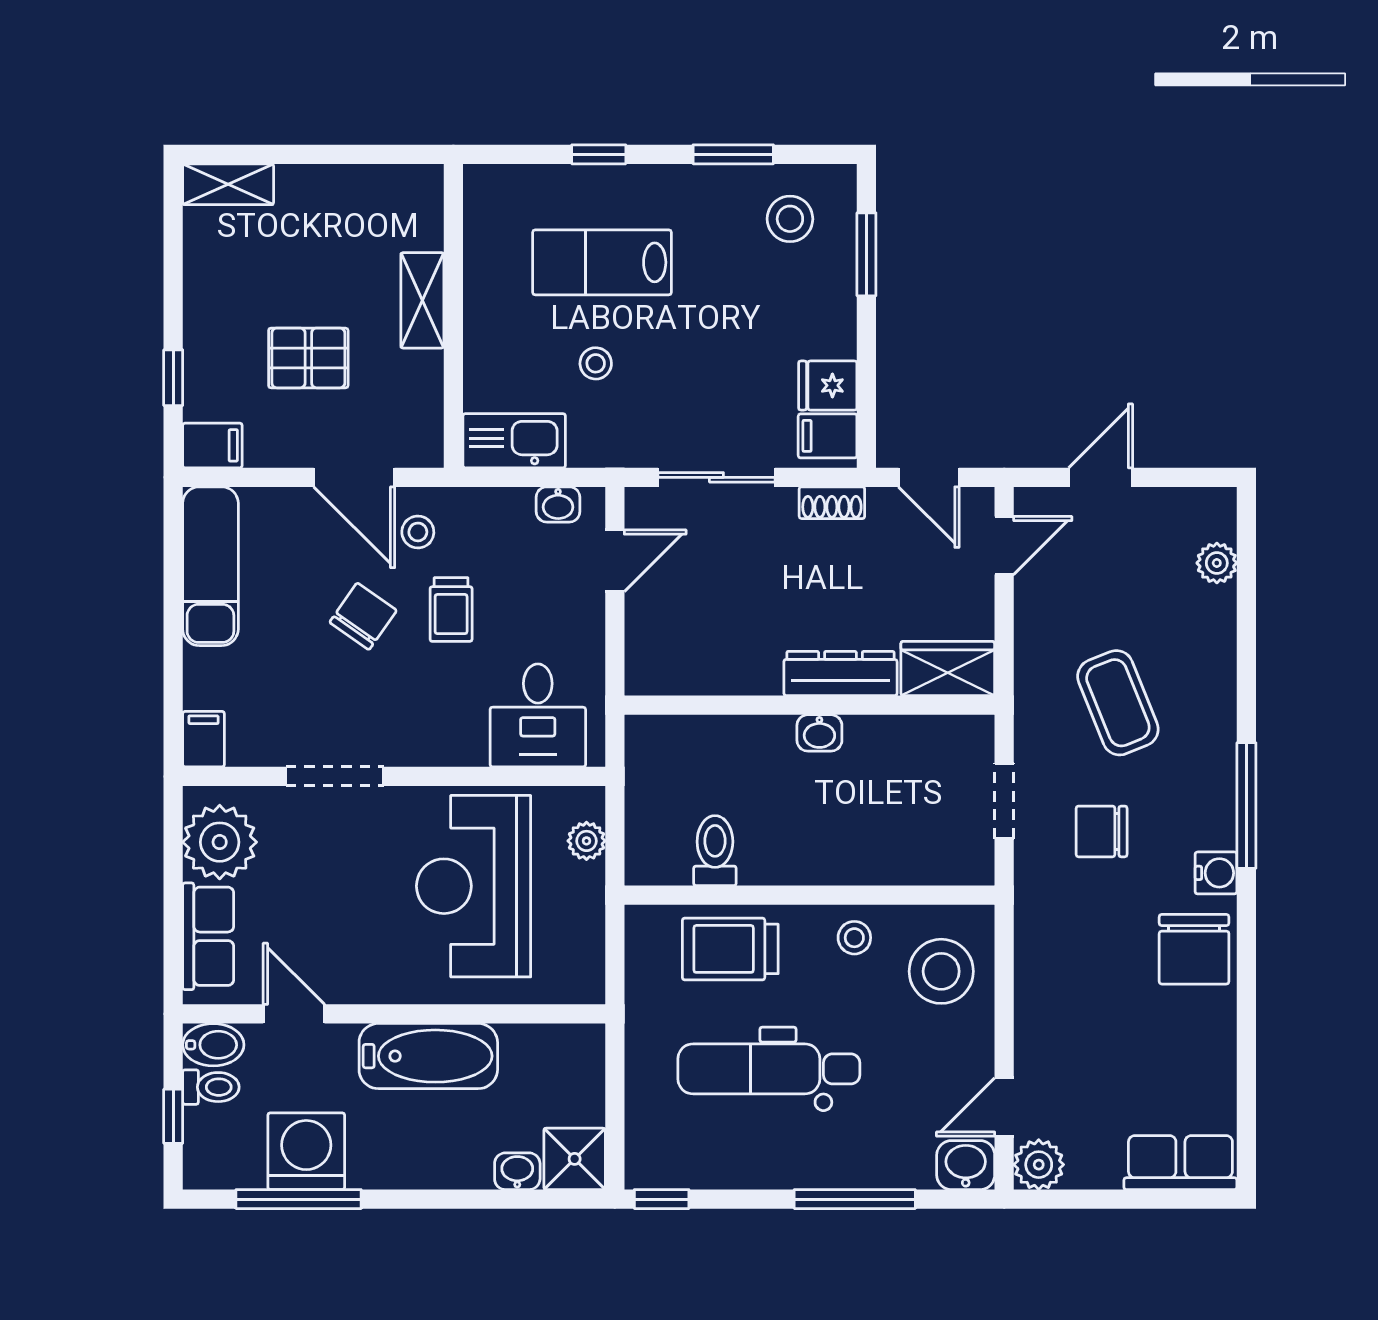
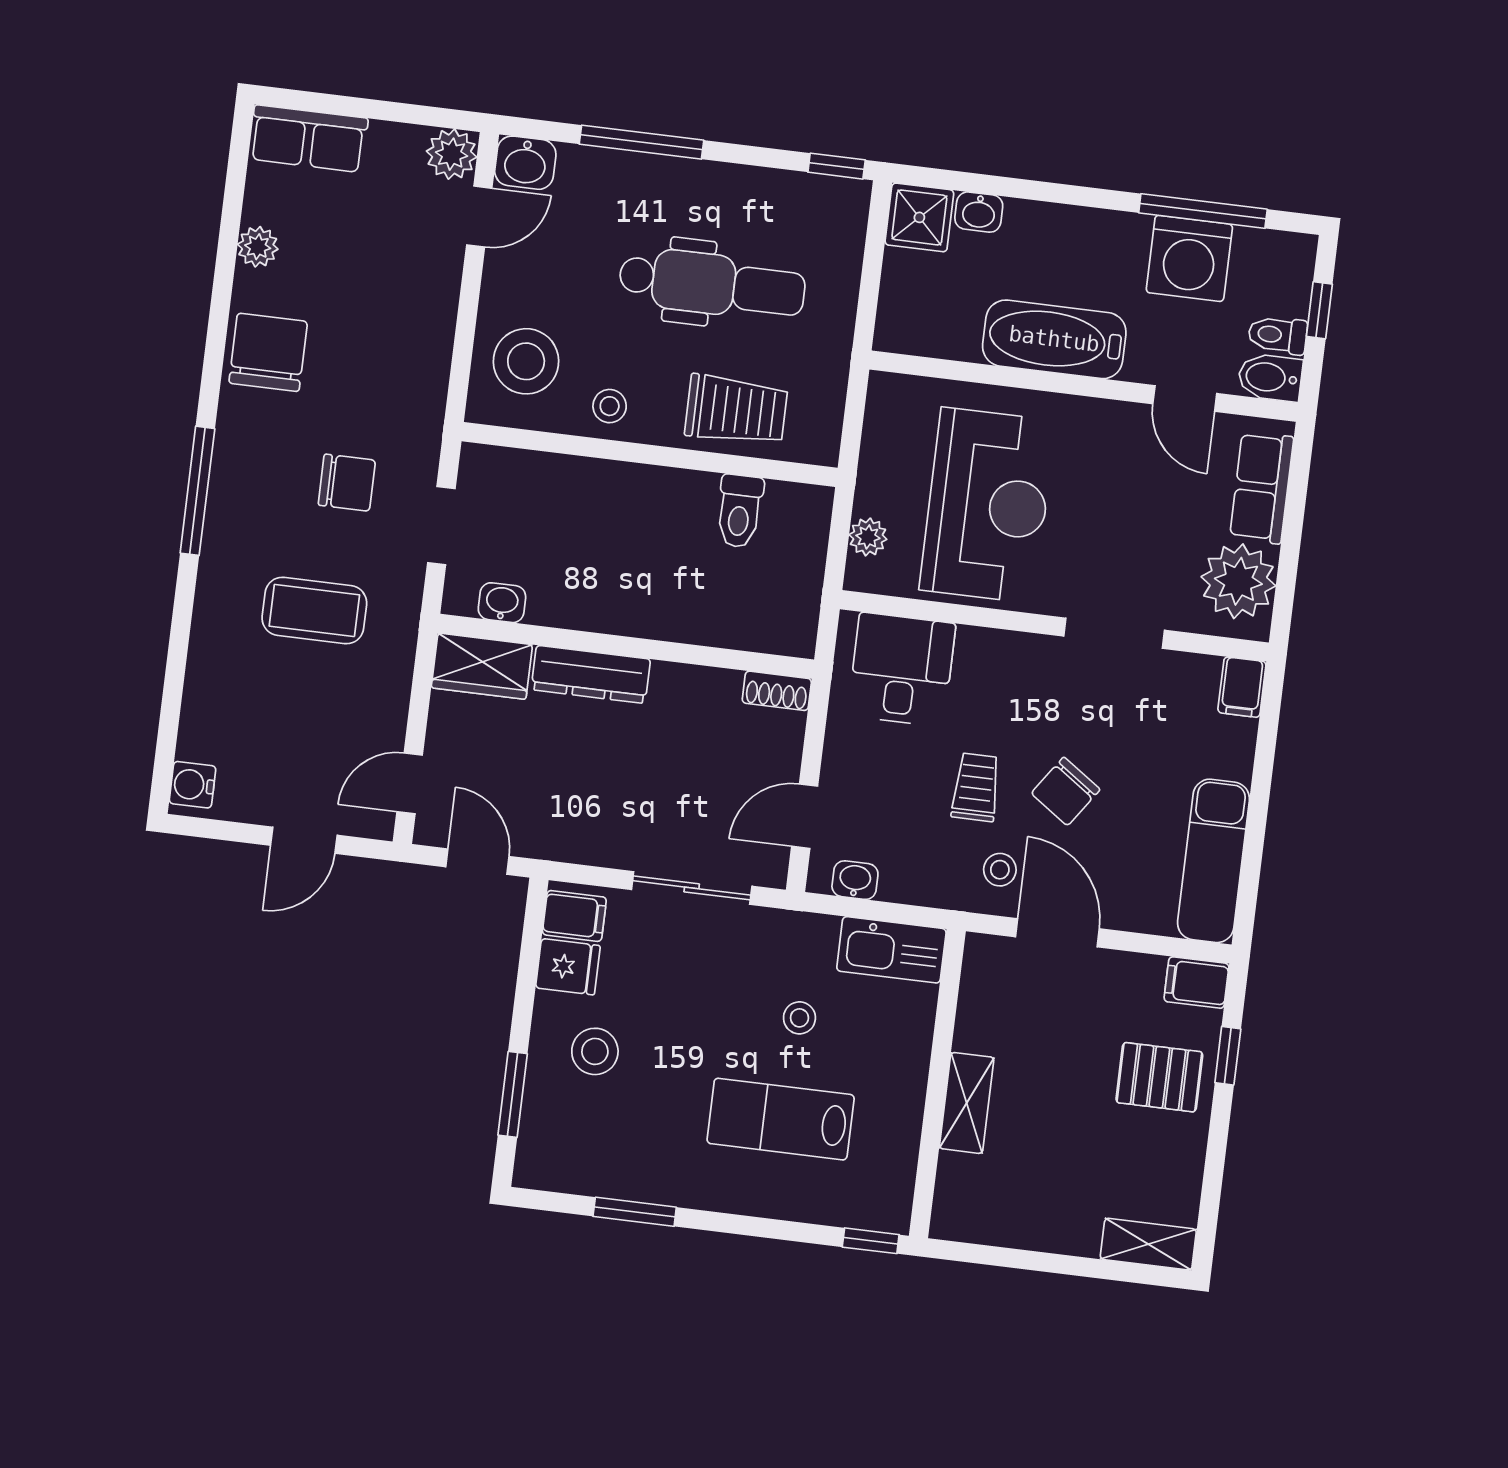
window: (599, 154) -> (871, 1241), moved
stool: (790, 219) -> (595, 1051), moved
lab bench: (602, 262) -> (781, 1119), turned 180
pallet: (308, 358) -> (1159, 1077), moved
shoe rack: (832, 503) -> (777, 691), moved, turned 180
plant: (1217, 563) -> (258, 247), moved
coffee table: (1118, 703) -> (314, 611), turned -68
washbasin: (819, 733) -> (502, 603), moved
water cooler: (1216, 873) -> (193, 785), moved

